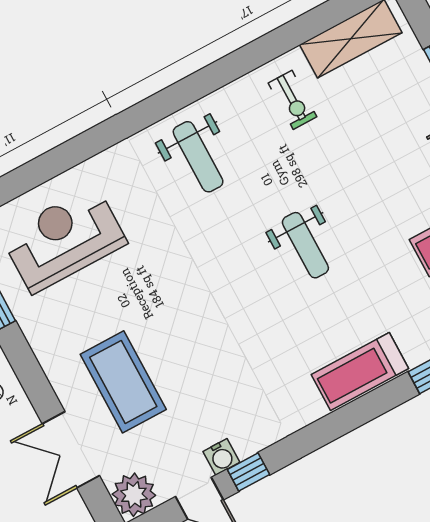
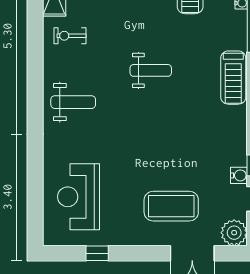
exercise bike: (293, 100) -> (70, 36), turned 180

